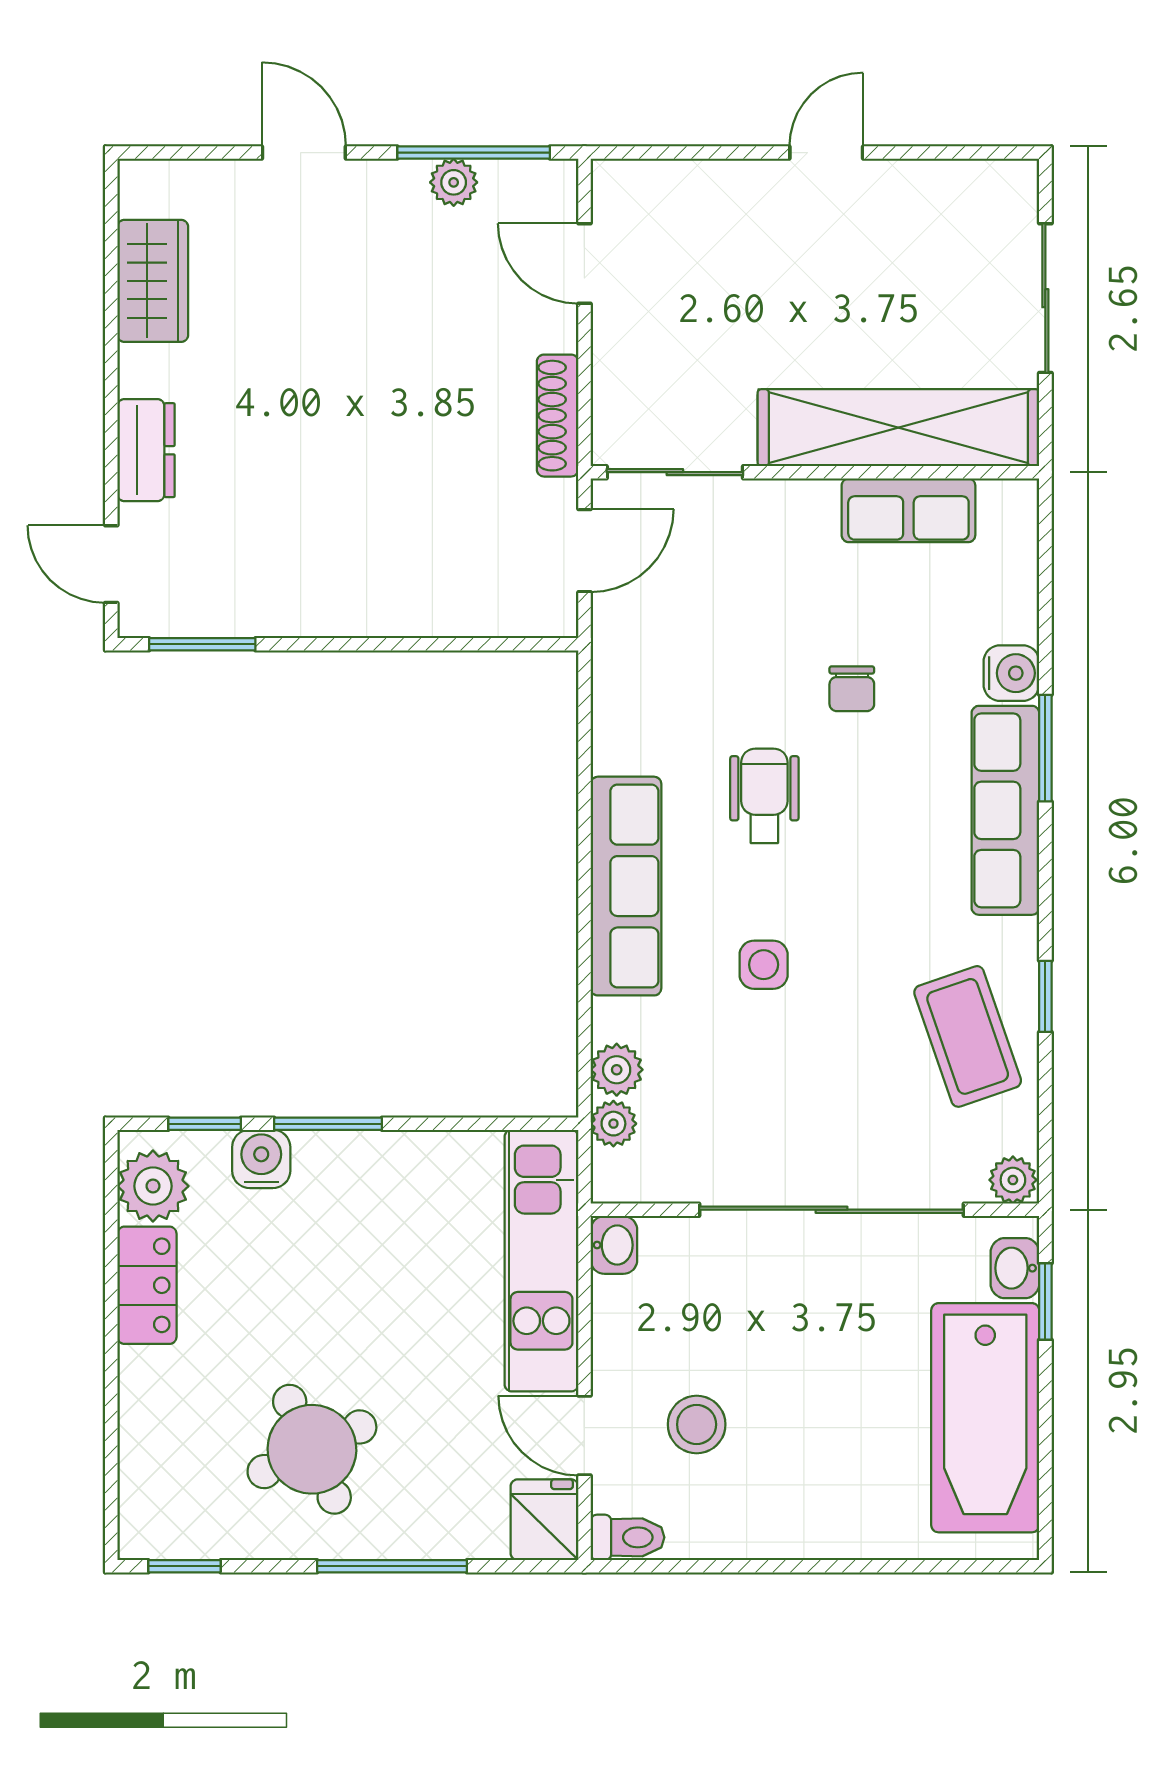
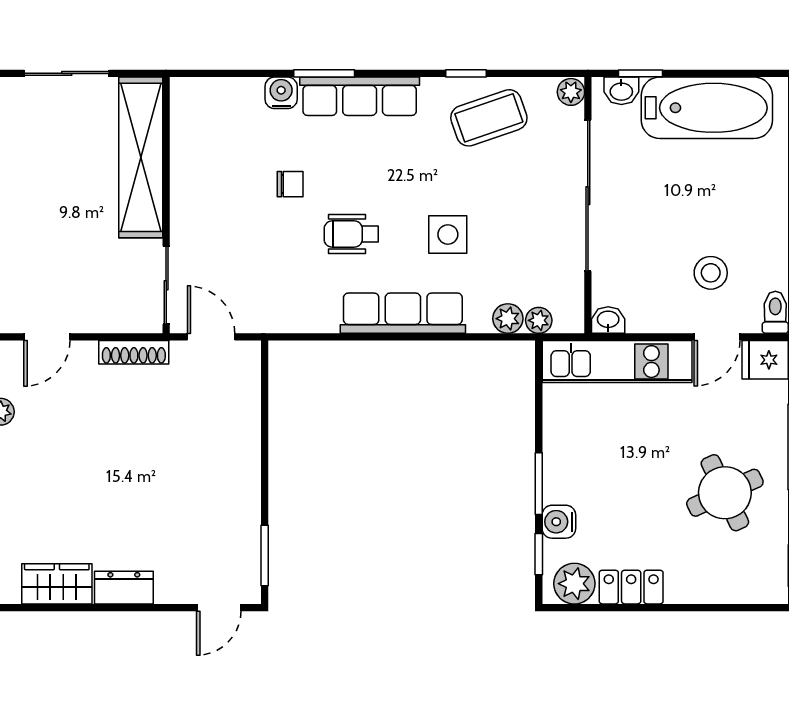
dresser: (146, 450) -> (124, 588), moved
row of seats: (908, 510) -> (188, 152), removed
side table: (764, 965) -> (448, 234), width x1.37, depth x1.37

